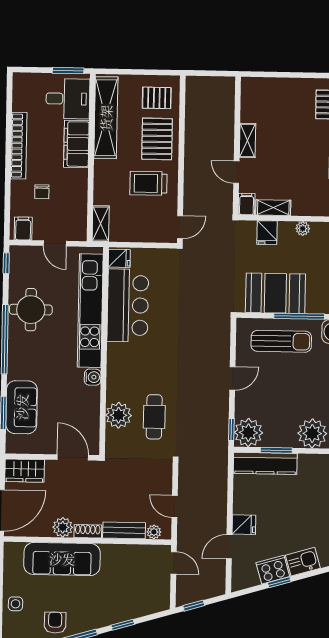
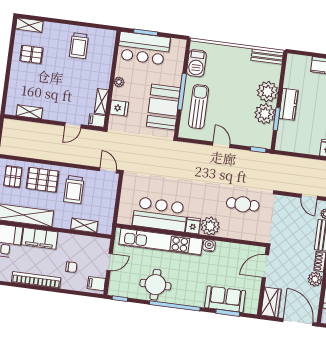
shelving: (247, 140) -> (29, 112), moved
shelving: (101, 224) -> (84, 225), moved
fridge: (119, 258) -> (193, 226), moved
plant: (119, 415) -> (210, 226), moved
plant: (248, 433) -> (265, 114), moved
kitchen counter: (265, 463) -> (288, 104), moved, width x0.67
door: (175, 507) -> (309, 197), hinge flipped

